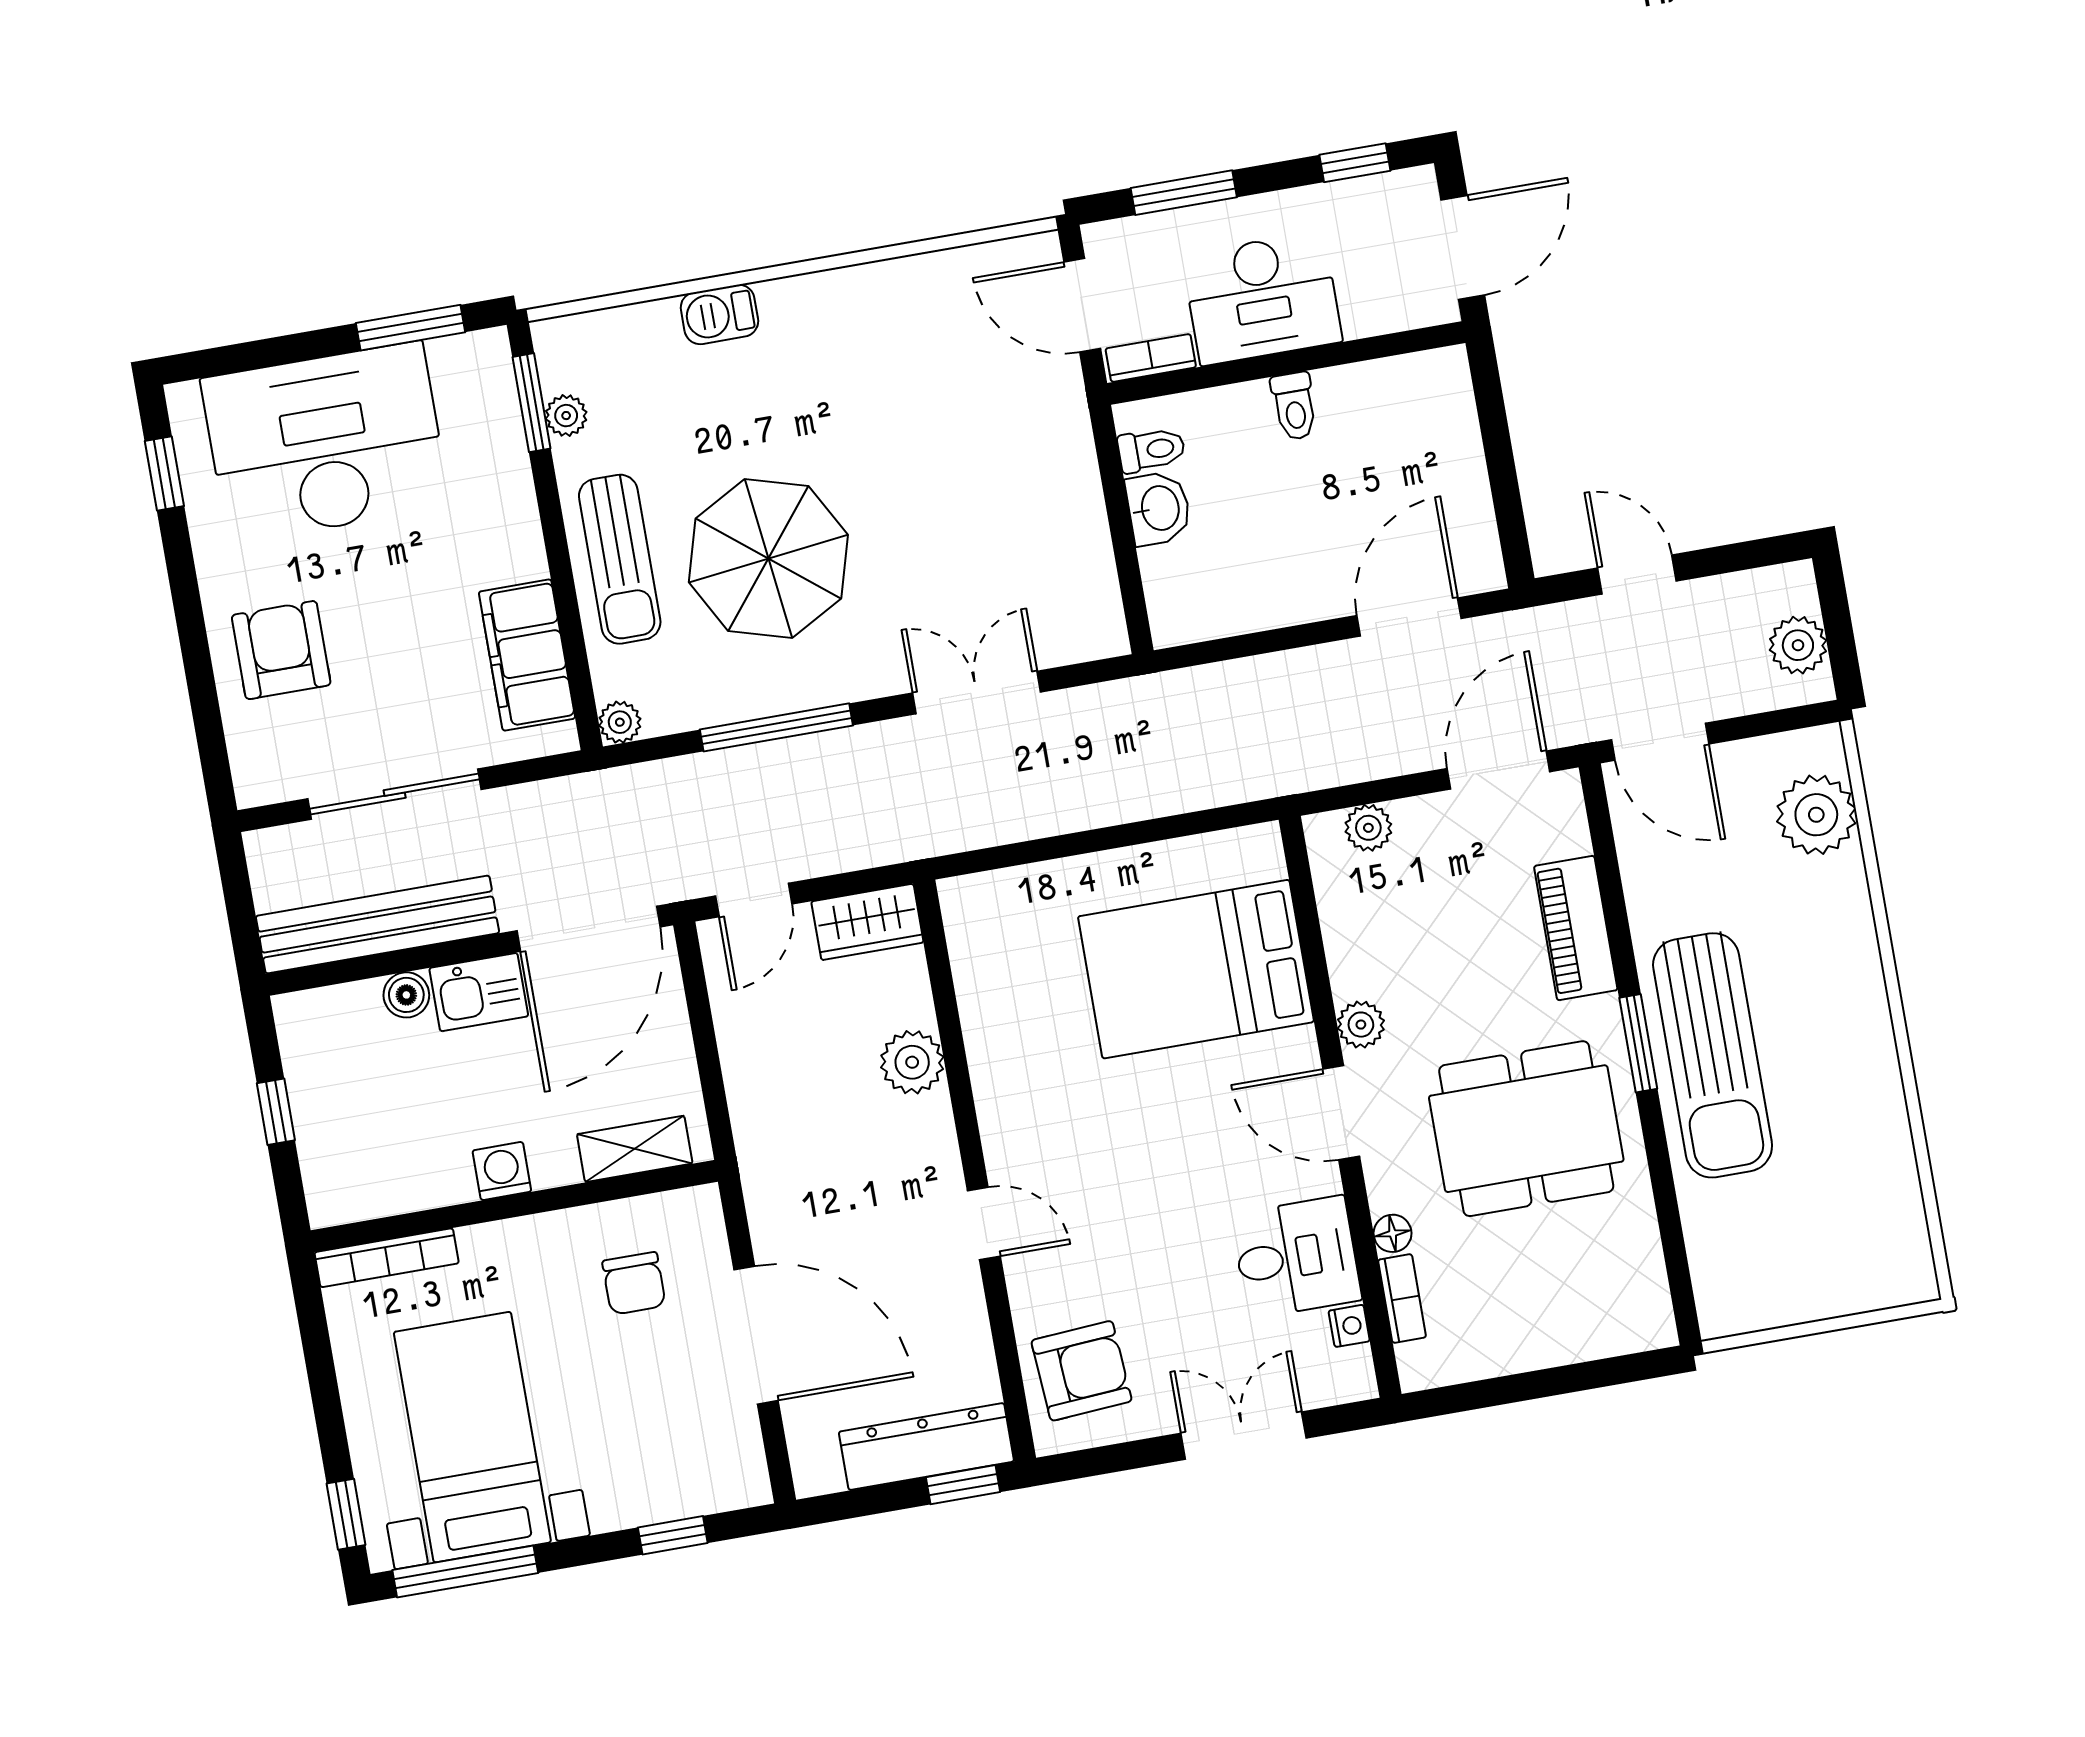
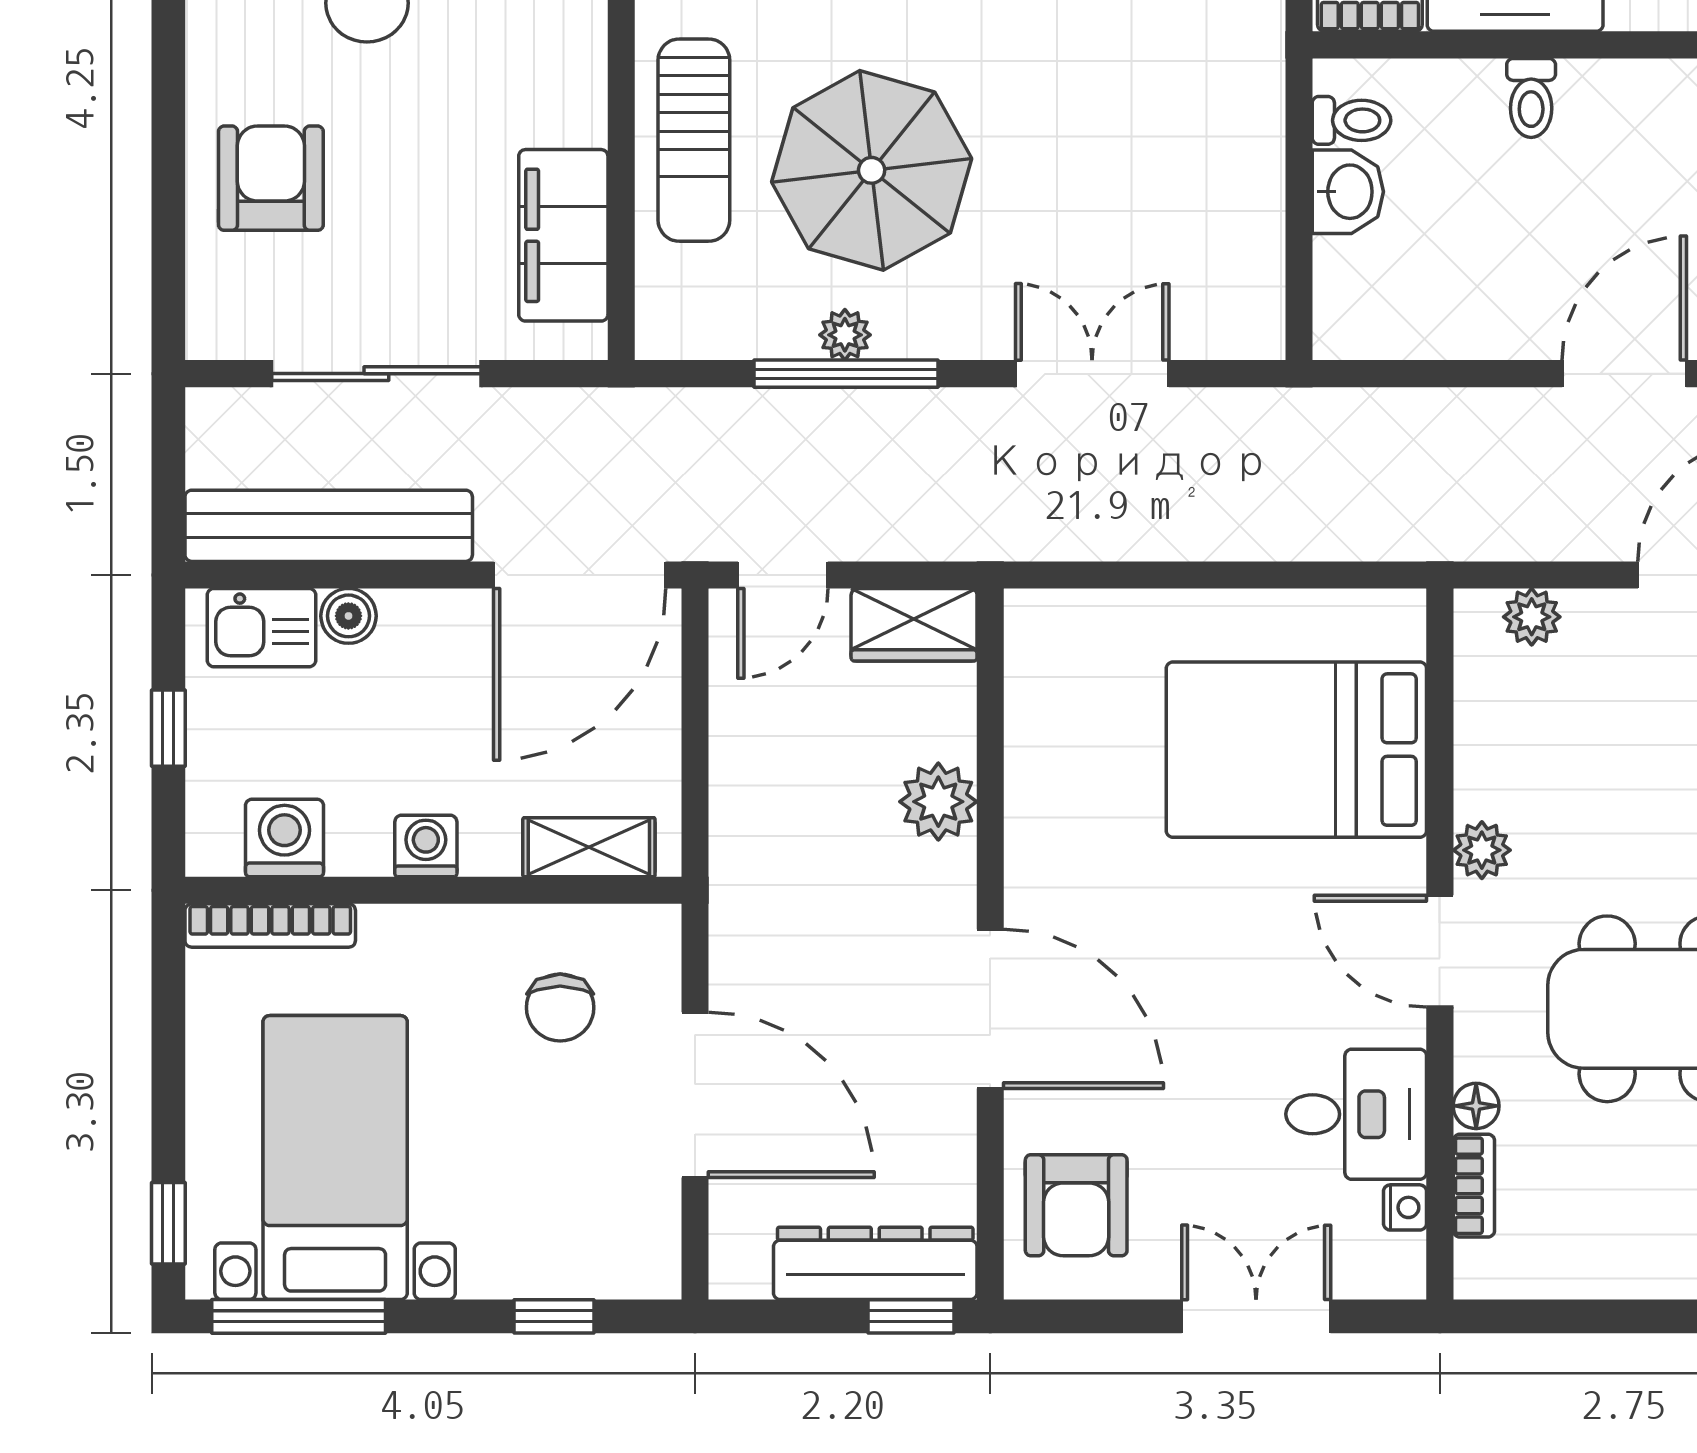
plant: (620, 722) -> (845, 335), moved
kitchen sink: (479, 992) -> (261, 628), moved
washing machine: (386, 1185) -> (285, 838), added
door: (984, 1223) -> (990, 1009), width x1.88
armchair: (1082, 1371) -> (1076, 1205), turned 94

